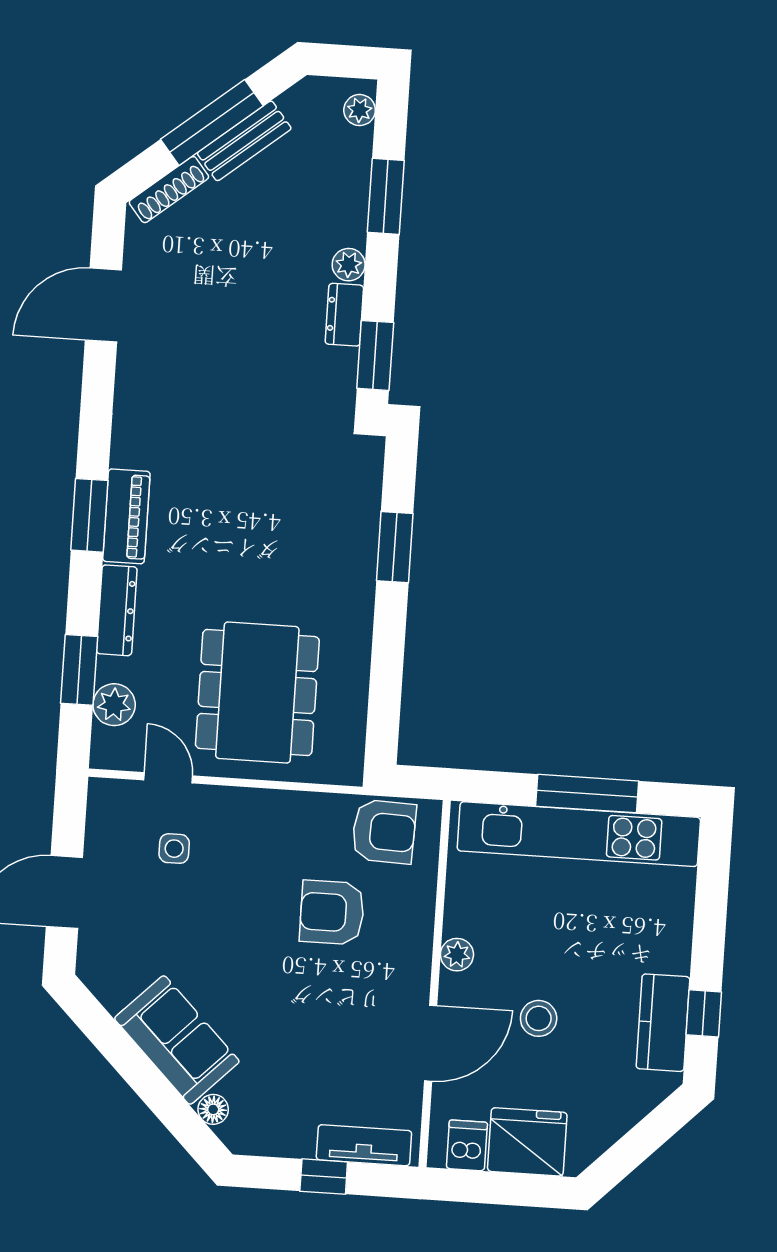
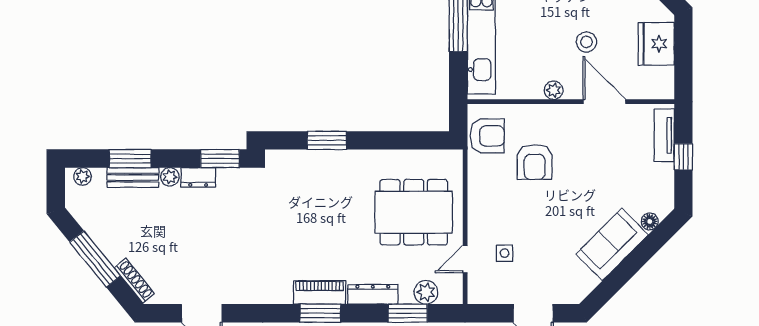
bench: (244, 141) -> (133, 178), moved, turned -51
armchair: (384, 832) -> (487, 136), turned 88
dishwasher: (467, 1145) -> (660, 78), removed

